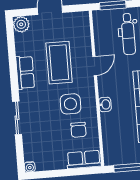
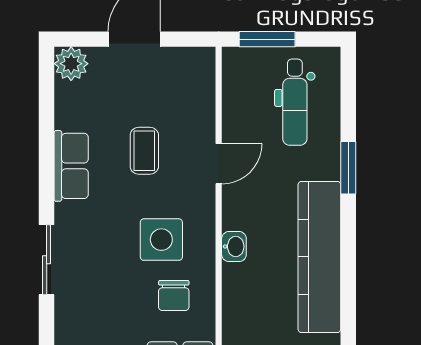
coffee table: (59, 63) -> (144, 151), width x0.54, depth x0.58

